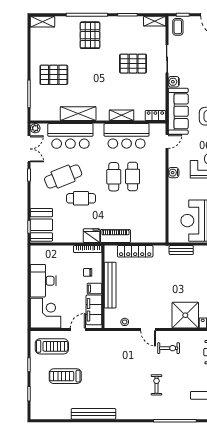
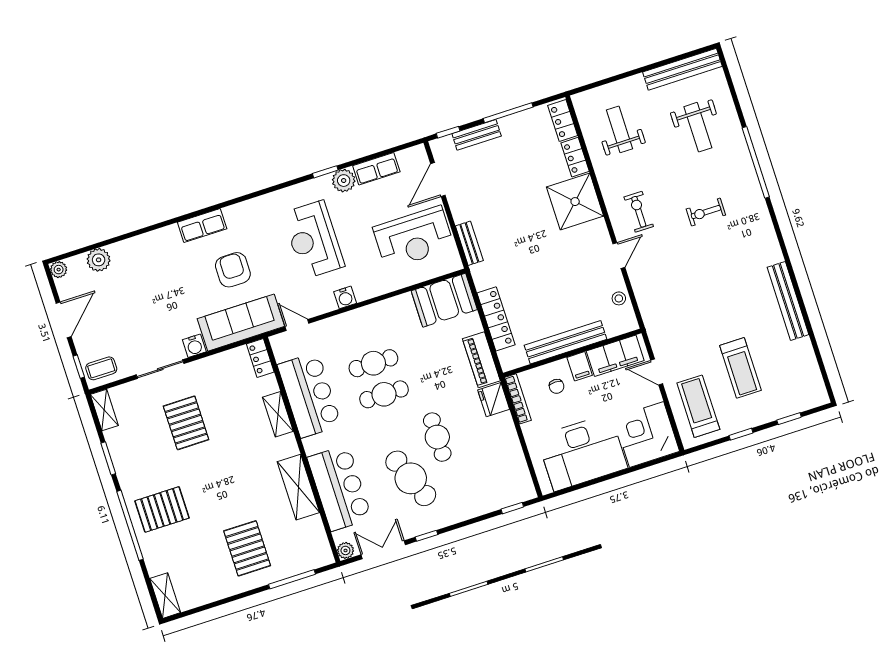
booth: (41, 225) -> (444, 300), moved
desk: (43, 281) -> (582, 452), width x1.36, depth x1.30

